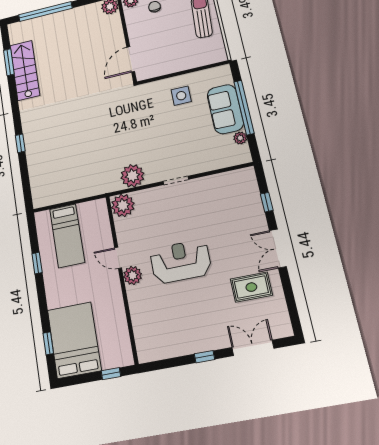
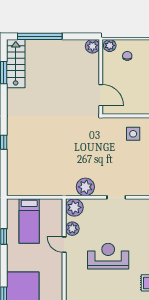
door: (131, 59) -> (101, 95), swing flipped
stairs: (25, 70) -> (16, 64), moved
plant: (133, 275) -> (72, 229), moved

